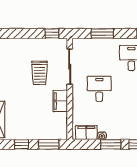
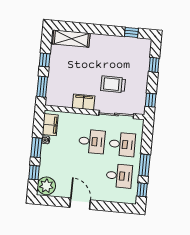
window: (16, 33) -> (154, 65), added
window: (102, 33) -> (144, 165), moved
desk: (99, 58) -> (122, 144), added

